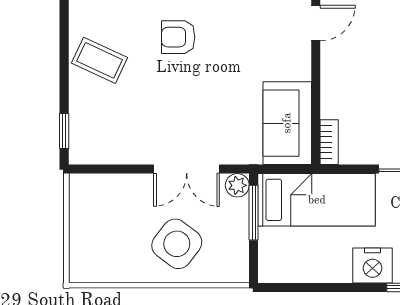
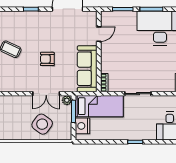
armchair: (178, 37) -> (47, 59), moved
sofa: (287, 123) -> (87, 69), width x1.36
nightstand: (372, 265) -> (82, 126), moved, turned 90

